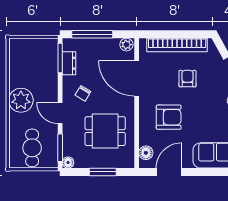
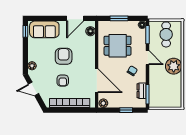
window: (92, 34) -> (126, 110), width x0.46
armchair: (169, 117) -> (64, 56), moved, turned 90

